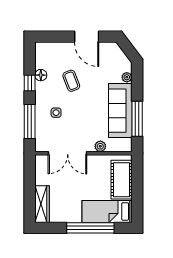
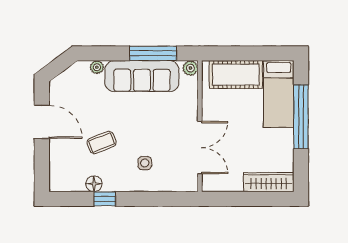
door: (87, 37) -> (42, 122), hinge flipped
window: (30, 121) -> (157, 199), removed
plant: (100, 146) -> (190, 68), moved

